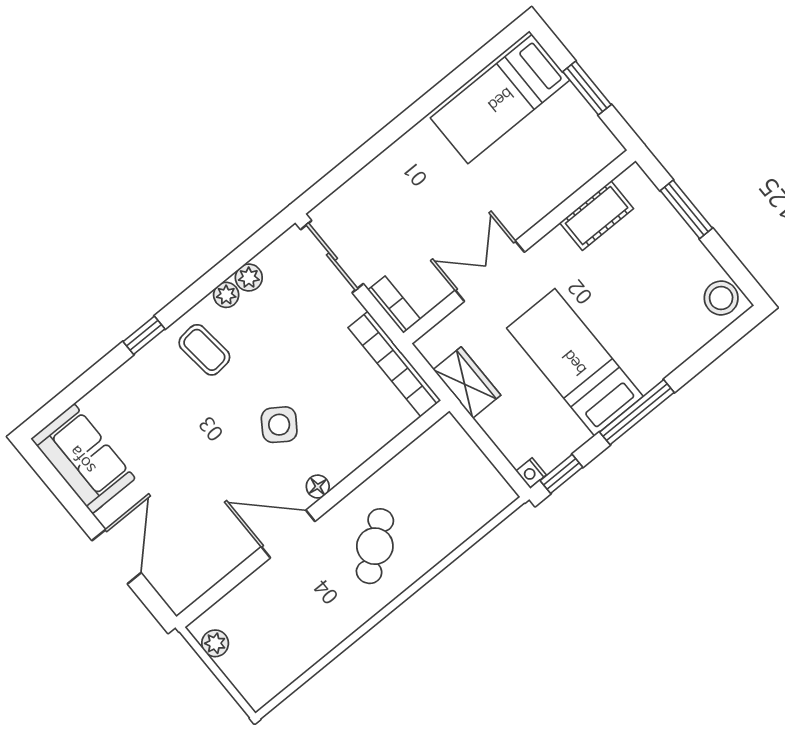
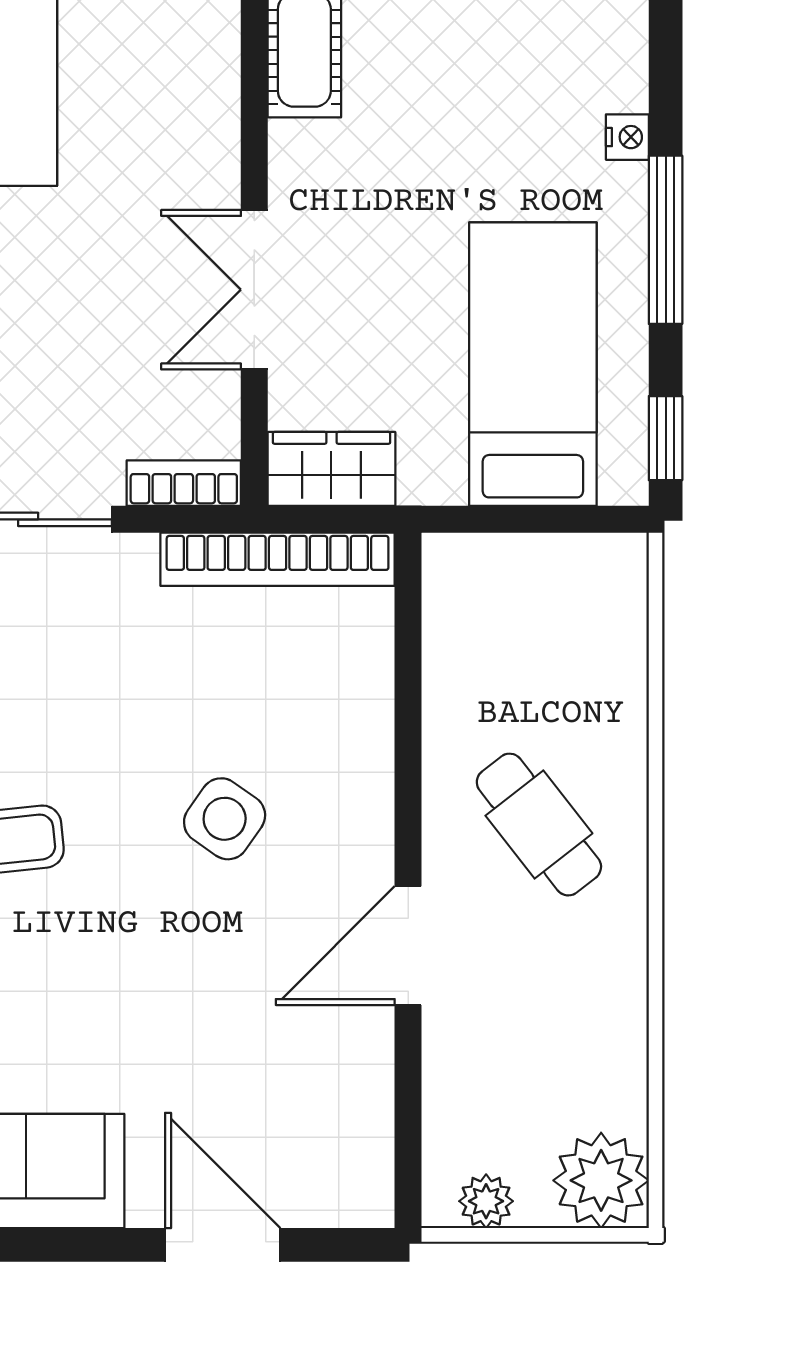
bed: (575, 362) -> (533, 364), moved, turned 90
wardrobe: (467, 382) -> (331, 469), moved
nightstand: (531, 473) -> (627, 137), moved, turned -90
floor lamp: (318, 487) -> (372, 838), removed
plant: (259, 681) -> (601, 1180), added

